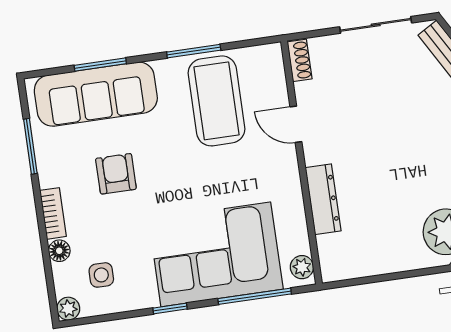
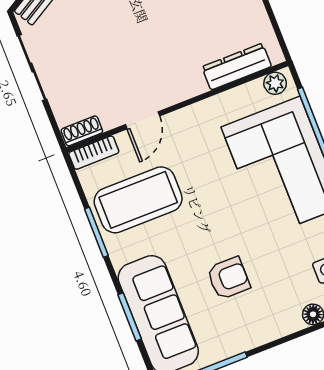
armchair: (116, 174) -> (228, 278), turned 180
dresser: (323, 199) -> (237, 67), moved
bookcase: (53, 213) -> (94, 153), moved, turned 180

